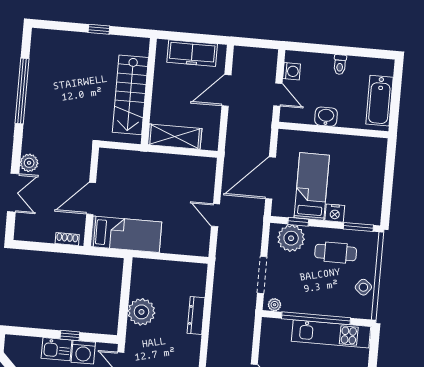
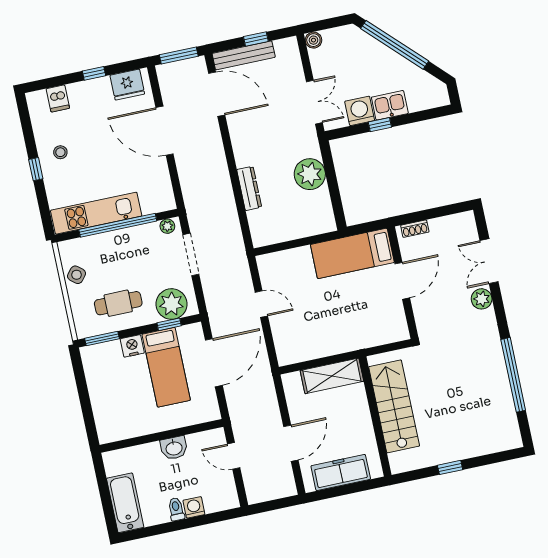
washing machine: (292, 71) -> (194, 507), moved, turned 90
bathtub: (380, 101) -> (125, 503), moved

